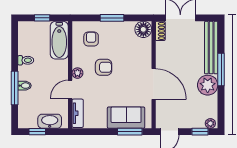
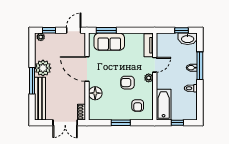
floor lamp: (143, 29) -> (95, 93), moved
washbasin: (50, 121) -> (188, 39), moved

